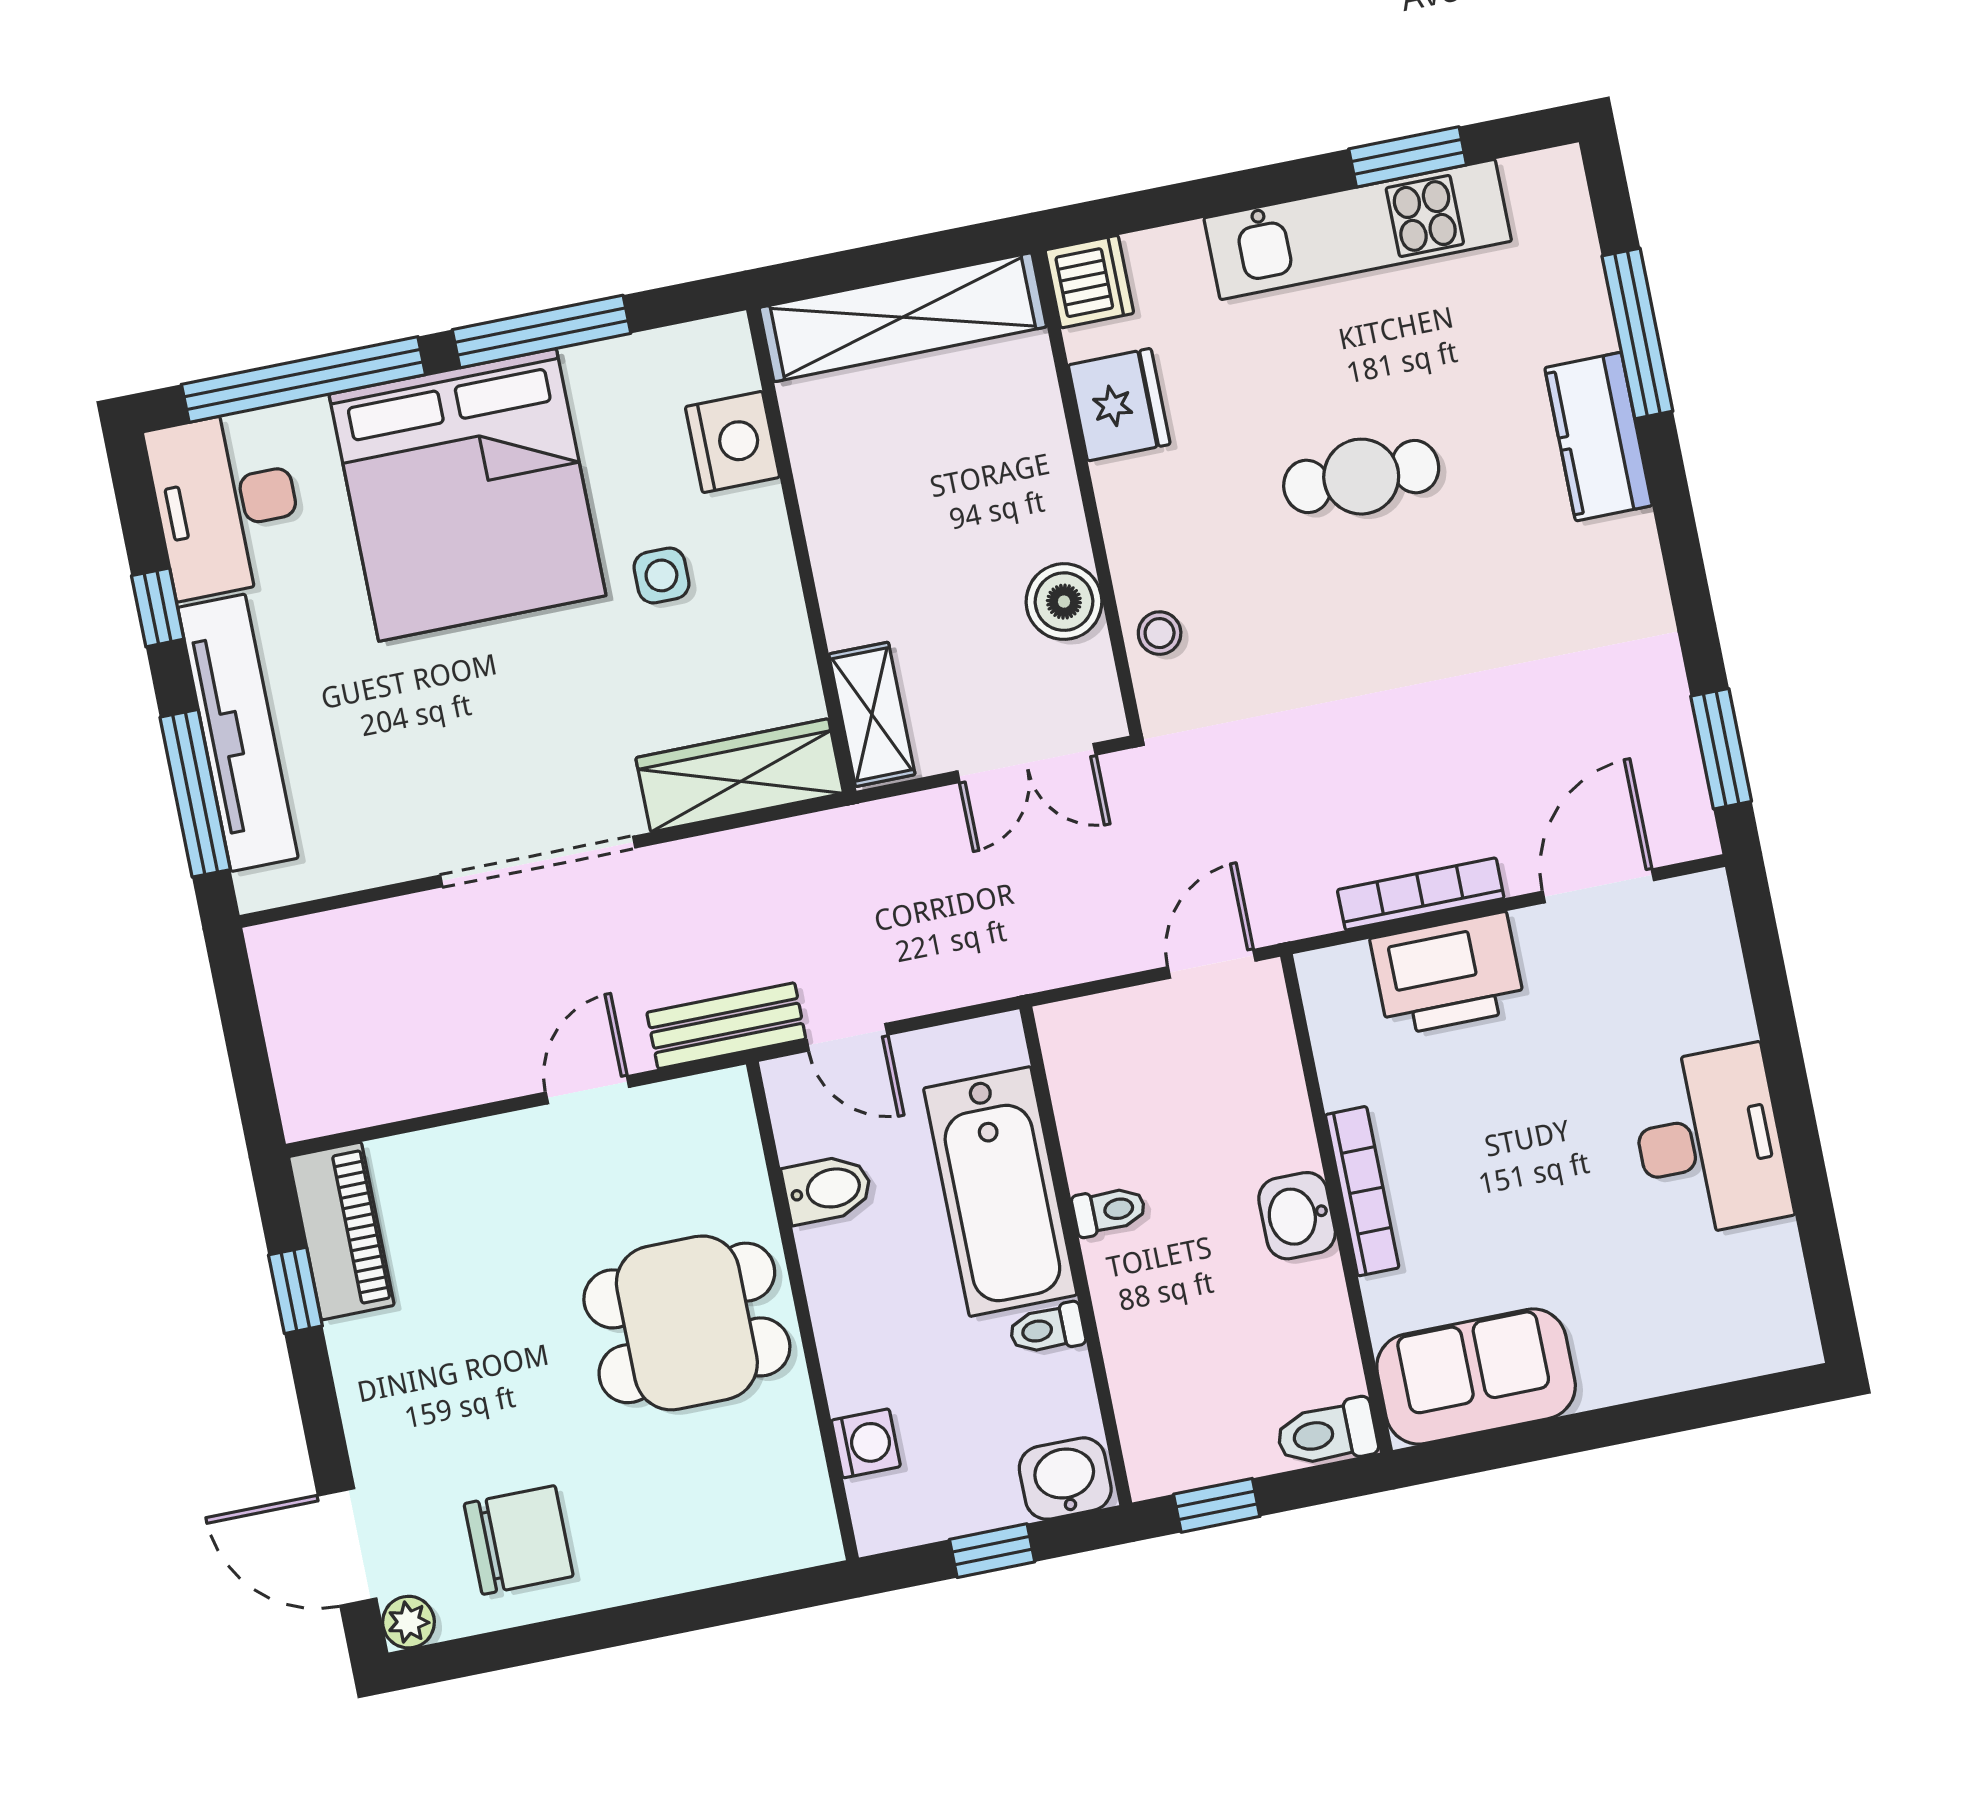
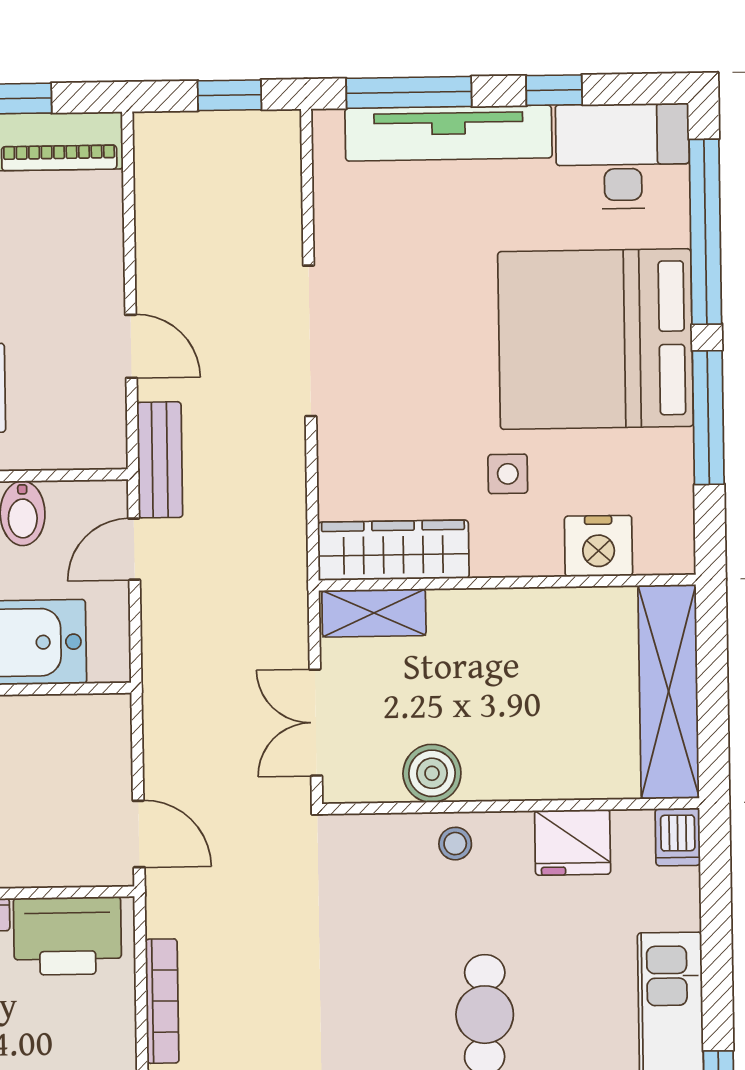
dishwasher: (1089, 282) -> (678, 837), width x0.73
stool: (1160, 633) -> (455, 844), moved
wardrobe: (740, 775) -> (393, 550), moved, turned -90
printer: (1448, 974) -> (67, 936), moved, turned -90
window: (241, 1023) -> (230, 95), added

